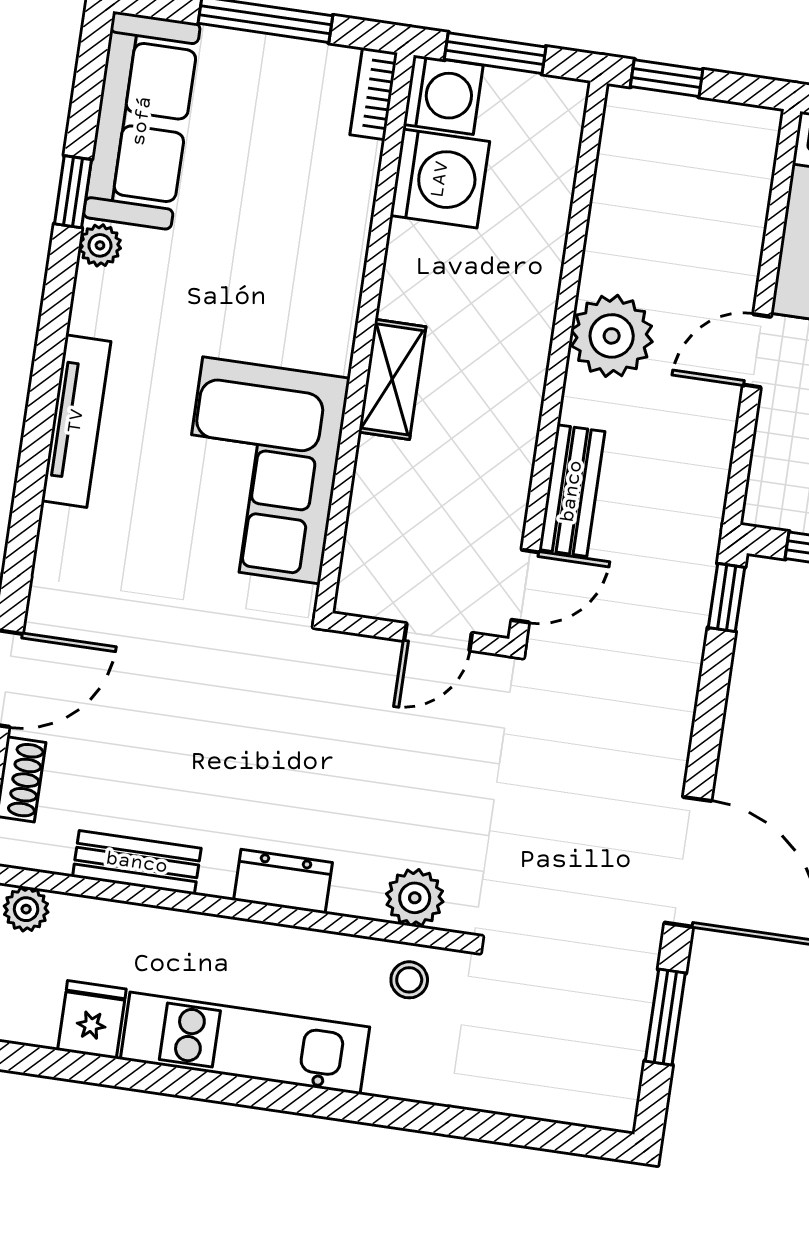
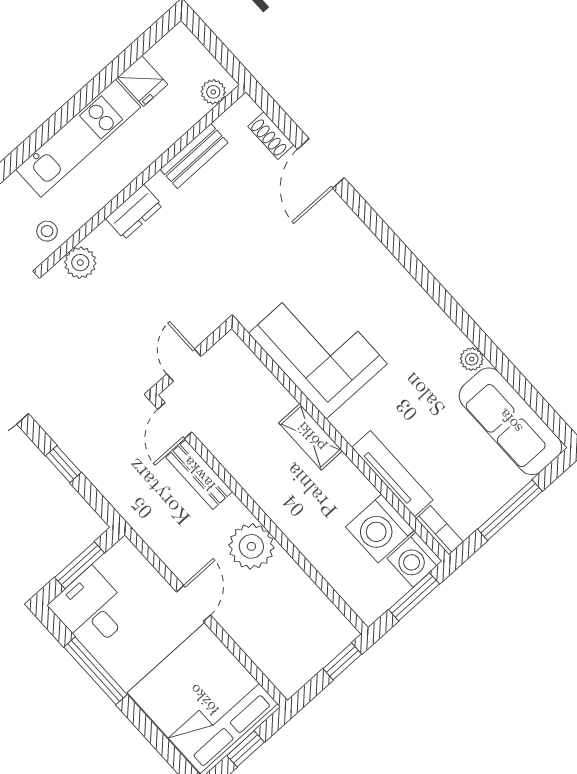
window: (73, 192) -> (504, 367), removed
tv unit: (76, 421) -> (392, 474), moved, turned 180
window: (726, 598) -> (63, 464), moved

